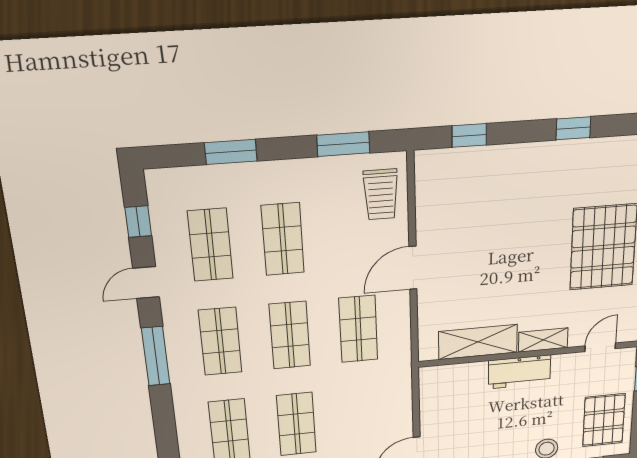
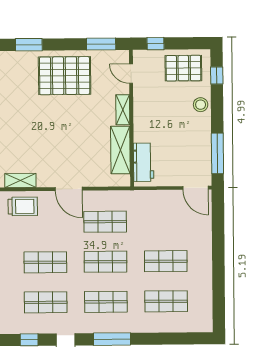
shelving: (427, 187) -> (20, 181), added
workbench: (519, 372) -> (144, 162), moved

